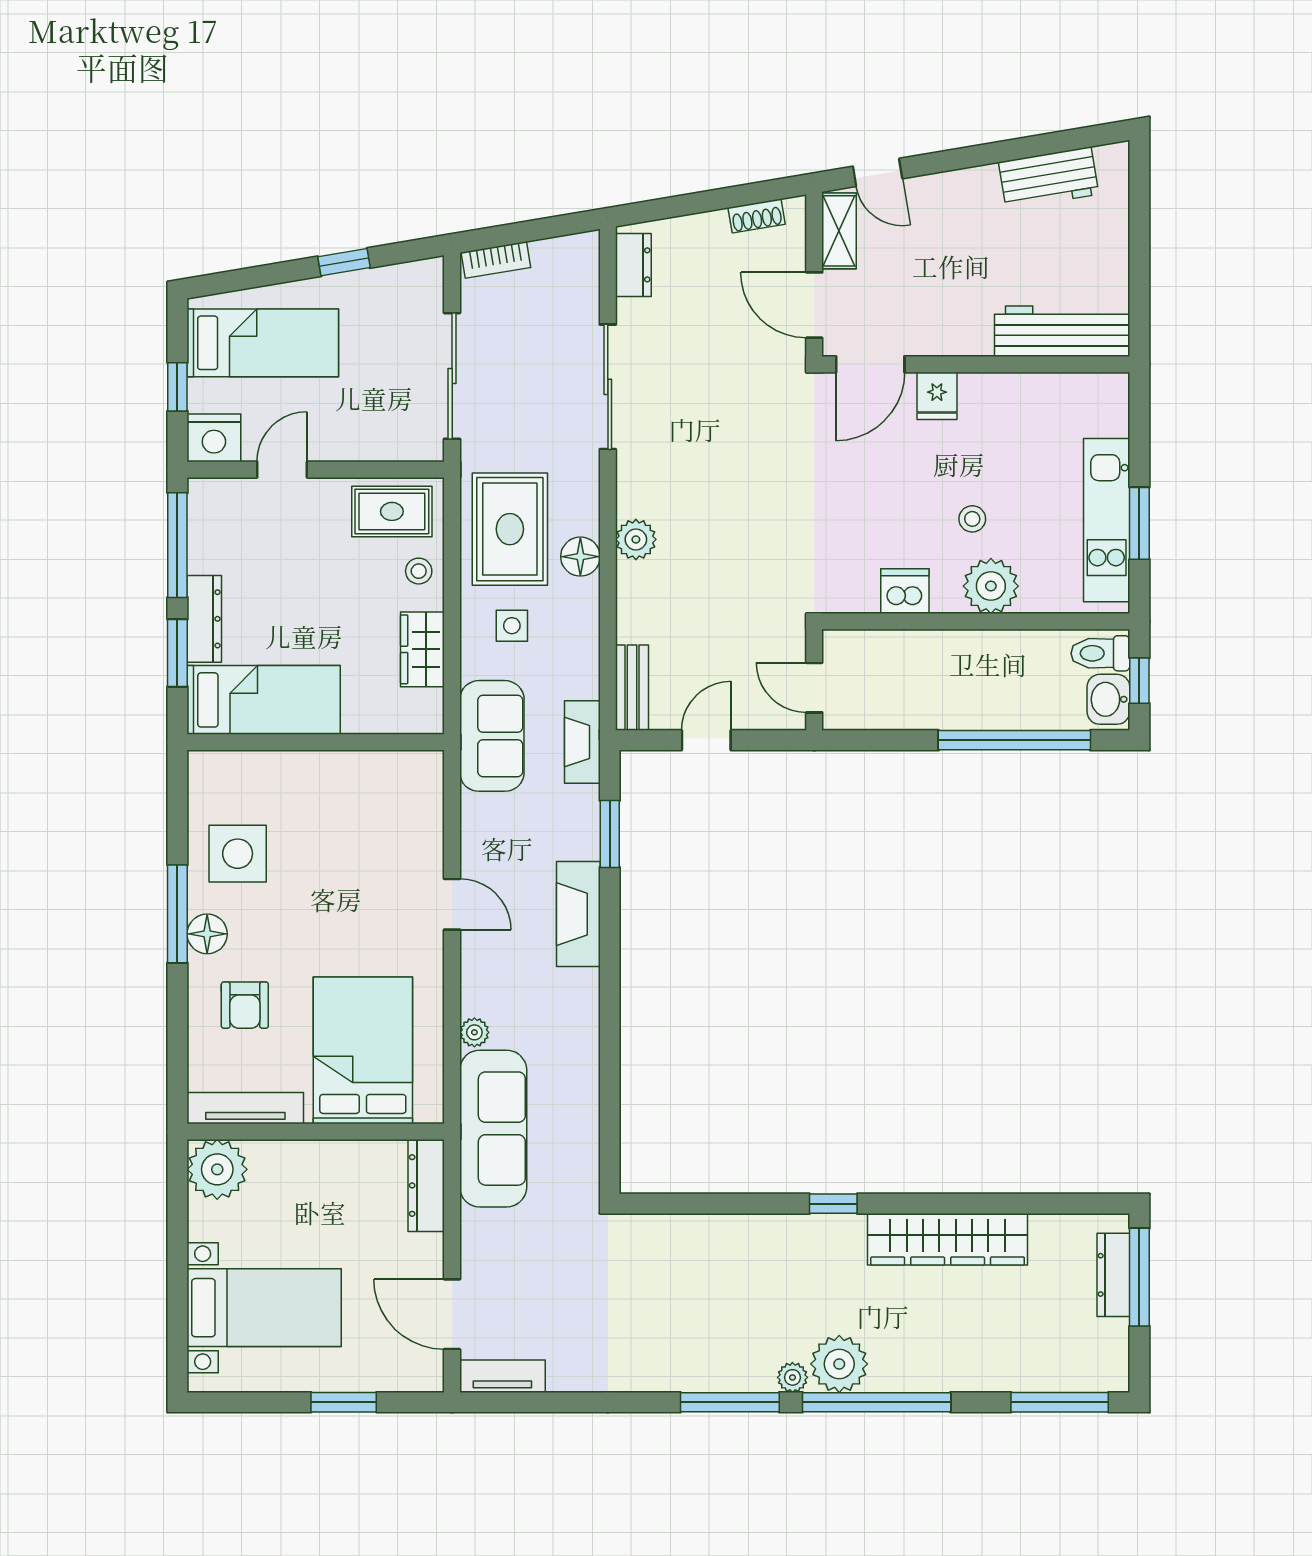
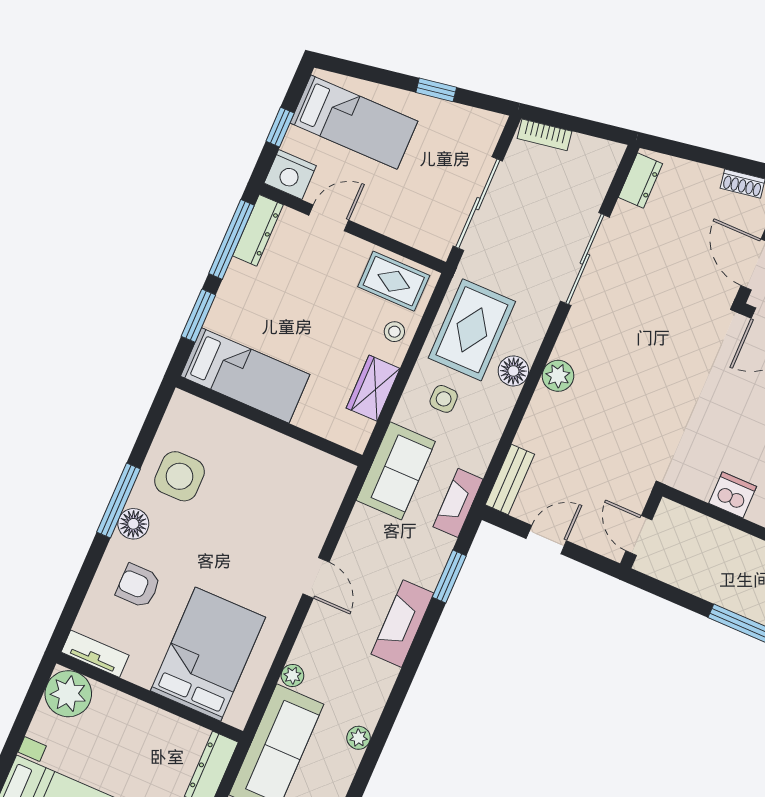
dresser: (204, 619) -> (258, 230), moved
armchair: (245, 1005) -> (138, 586), turned 90
plant: (585, 1072) -> (359, 738), added
tv unit: (245, 1108) -> (95, 654), width x0.71

